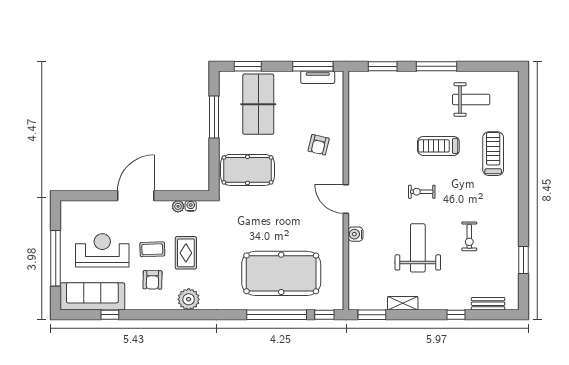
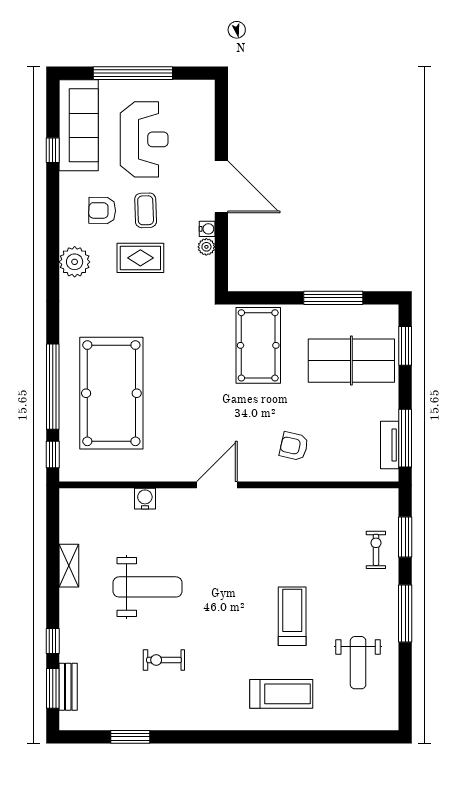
exercise bike: (422, 192) -> (376, 550), moved
water cooler: (191, 206) -> (207, 229), moved
water cooler: (356, 234) -> (145, 499), moved
window: (372, 315) -> (53, 688), moved

